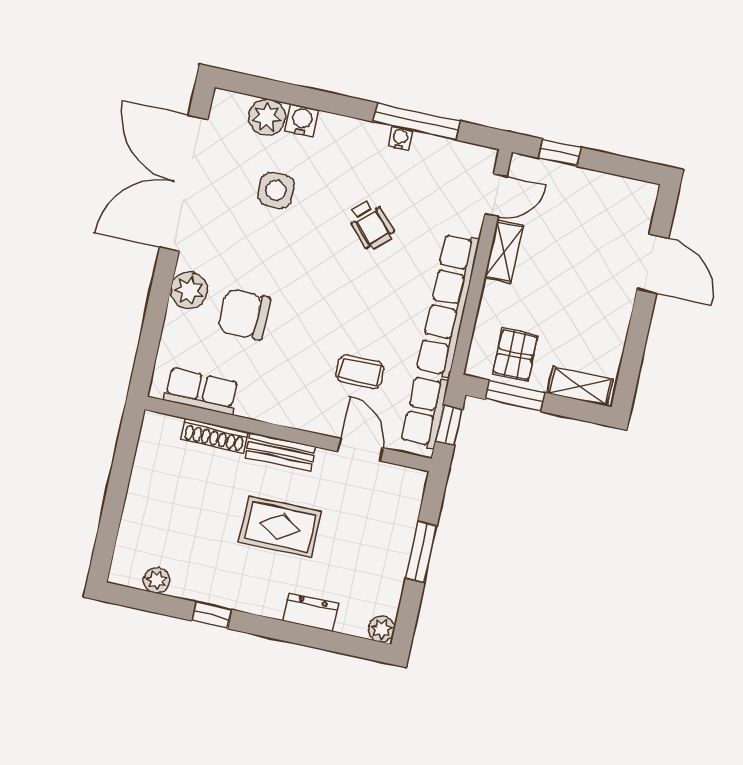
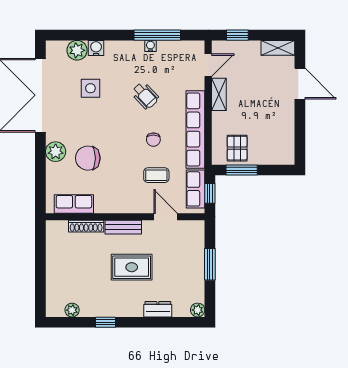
chair: (369, 307) -> (153, 140), added
shelving: (580, 386) -> (278, 48), moved

